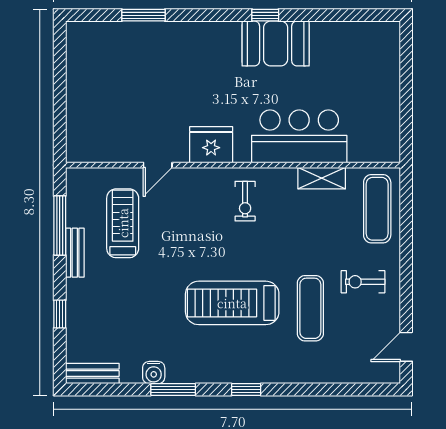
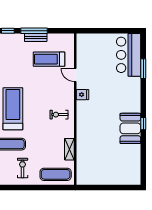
bar counter: (299, 136) -> (129, 55), moved, turned 180
fridge: (211, 145) -> (82, 95), width x0.53, depth x0.75
treadmill: (123, 223) -> (49, 59), turned 180
window: (60, 226) -> (34, 31), moved

